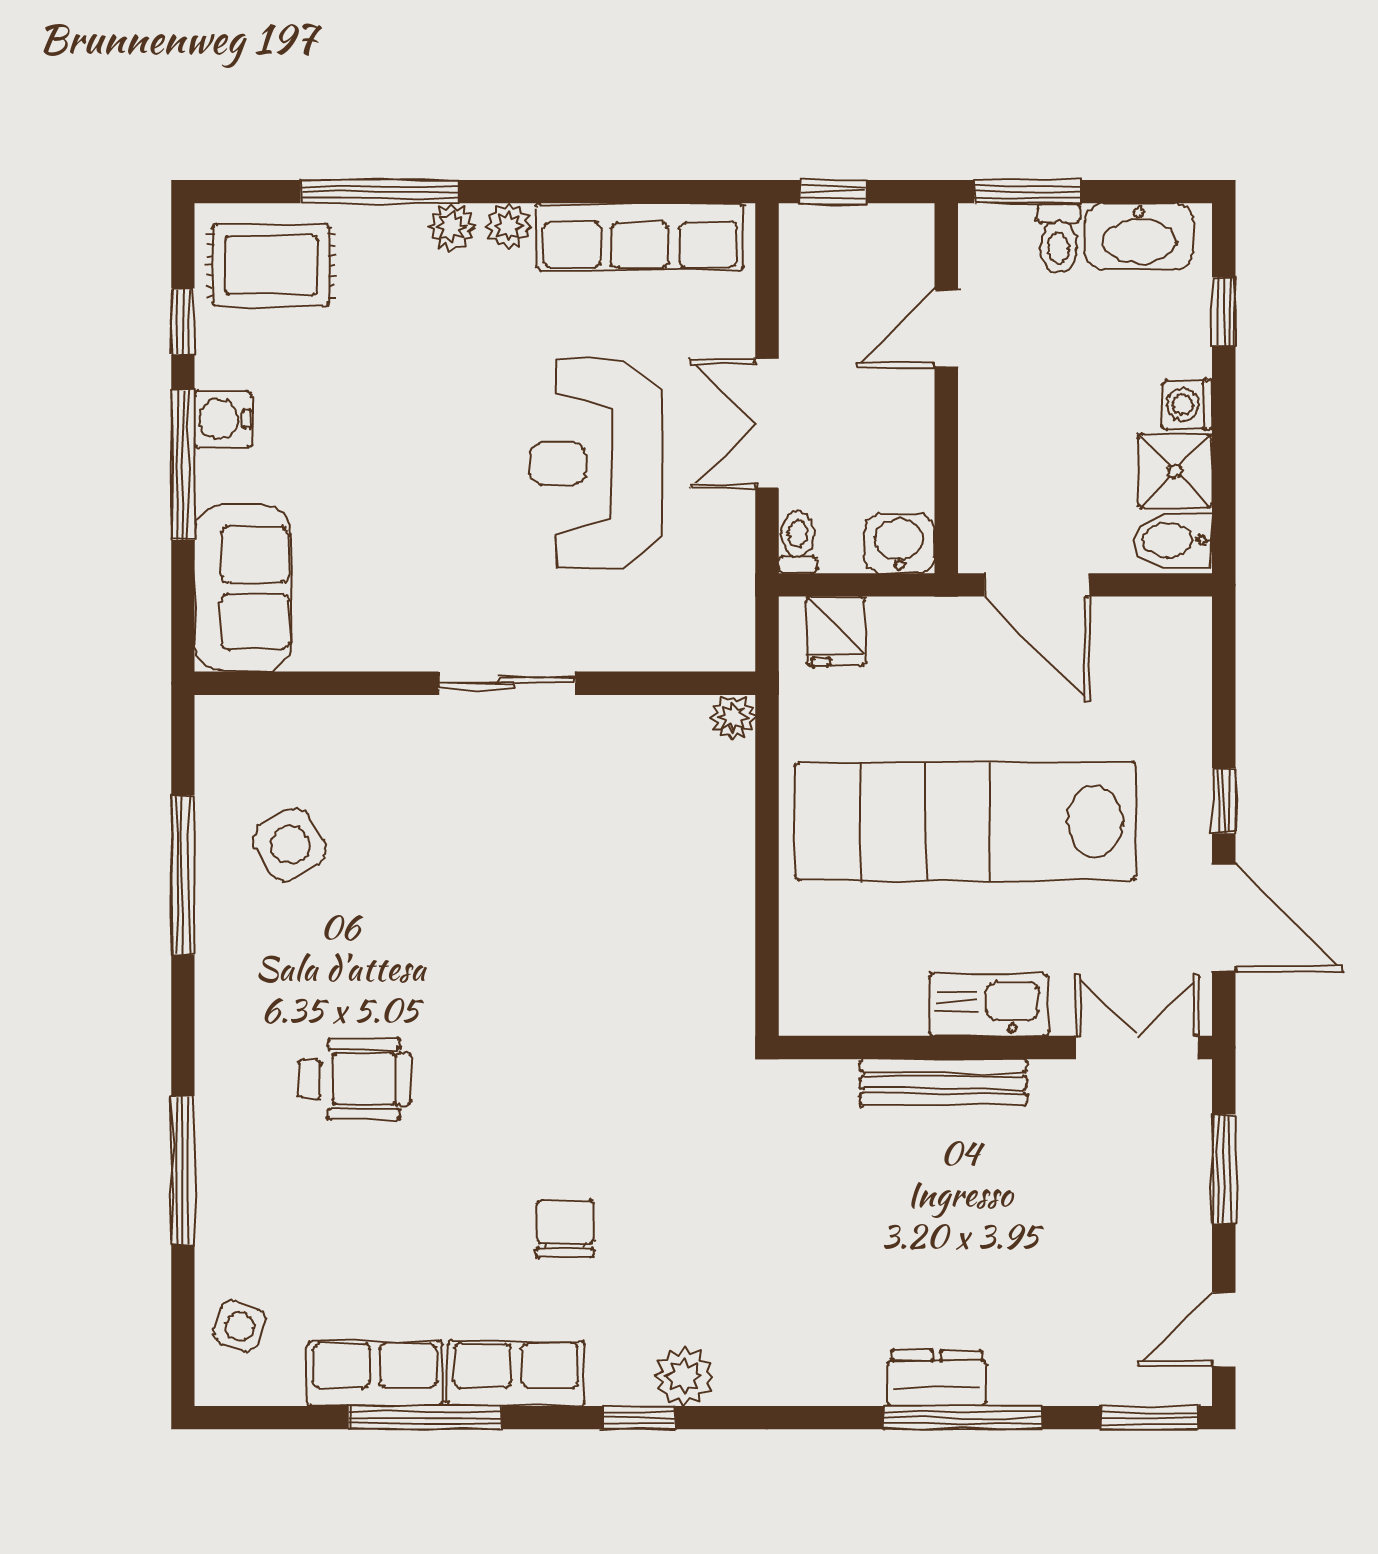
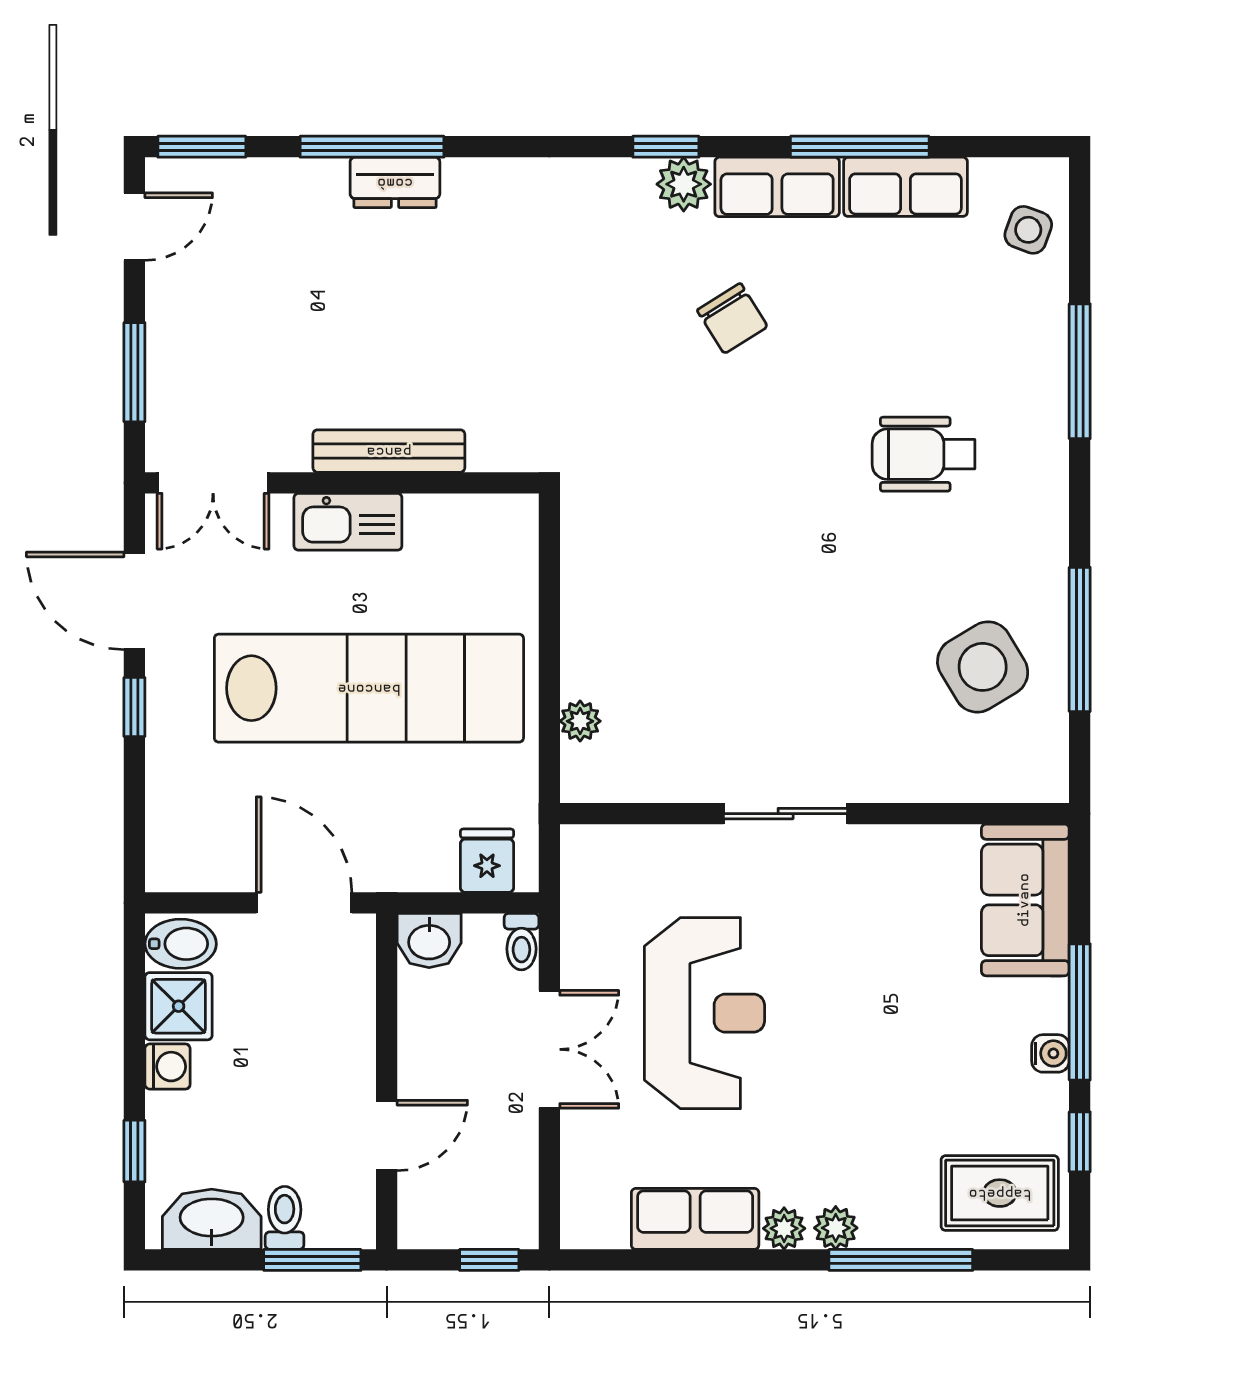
row of seats: (640, 237) -> (695, 1219), width x0.68
water cooler: (223, 419) -> (1050, 1053), width x0.72, depth x0.72
plant: (733, 717) -> (580, 721), moved
side table: (290, 845) -> (983, 667), width x1.37, depth x1.37
chair: (565, 1229) -> (732, 318), turned -32
plant: (684, 1376) -> (684, 184), moved

